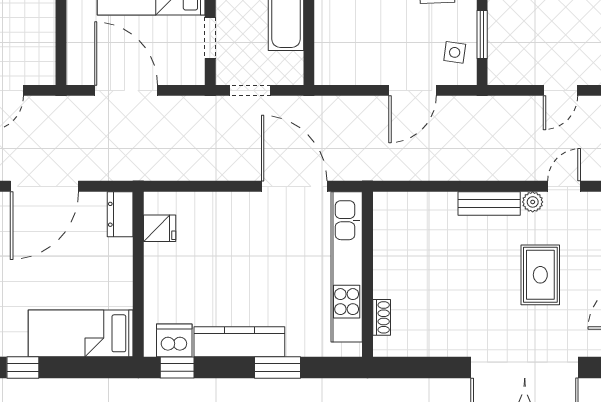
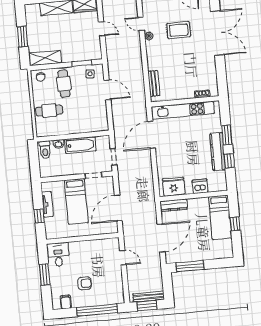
door: (44, 186) -> (161, 238), hinge flipped
bench: (489, 203) -> (154, 83), moved
dresser: (120, 214) -> (174, 205), width x1.44
fridge: (160, 228) -> (174, 187), width x1.88, depth x1.34
dishwasher: (174, 340) -> (200, 186), moved, turned 90
window: (23, 368) -> (235, 224), moved
window: (177, 368) -> (229, 161), moved

